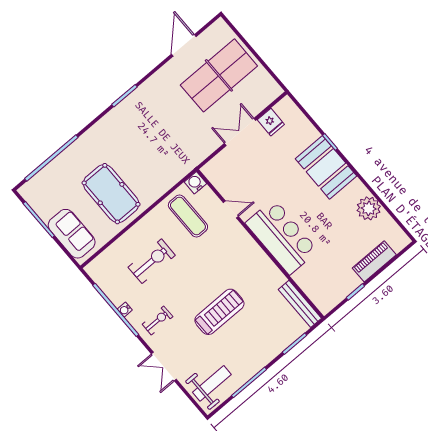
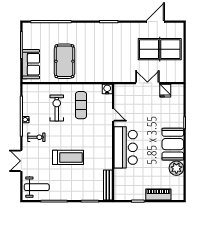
booth: (326, 167) -> (173, 144), moved
exercise mat: (188, 216) -> (81, 105), moved
exercise bike: (152, 261) -> (57, 108), turned -90

